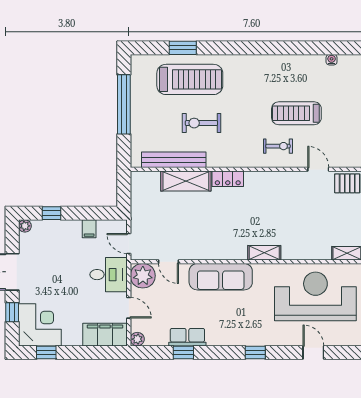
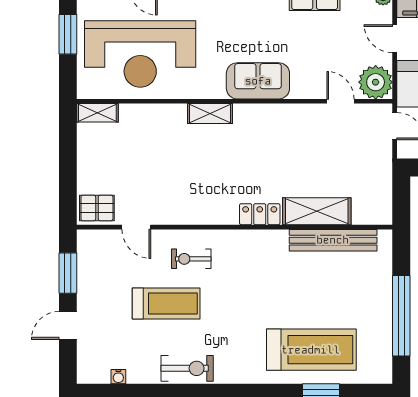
treadmill: (190, 79) -> (311, 350), turned 180
exercise bike: (201, 123) -> (187, 368), moved
sofa: (221, 277) -> (258, 81), width x0.73

